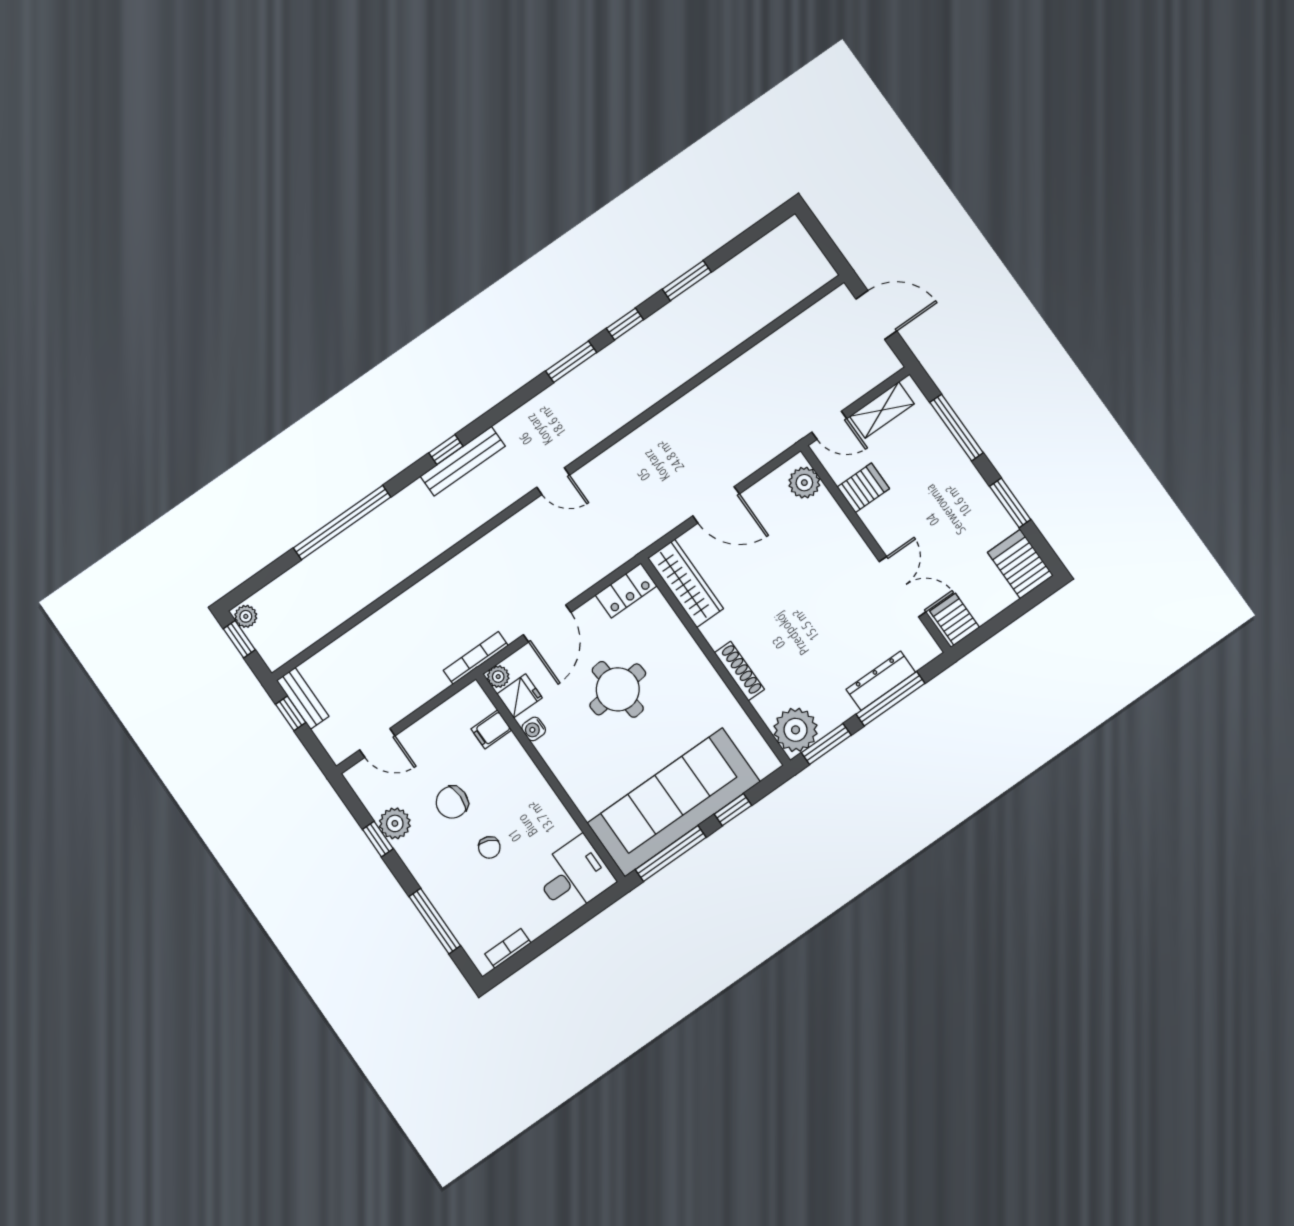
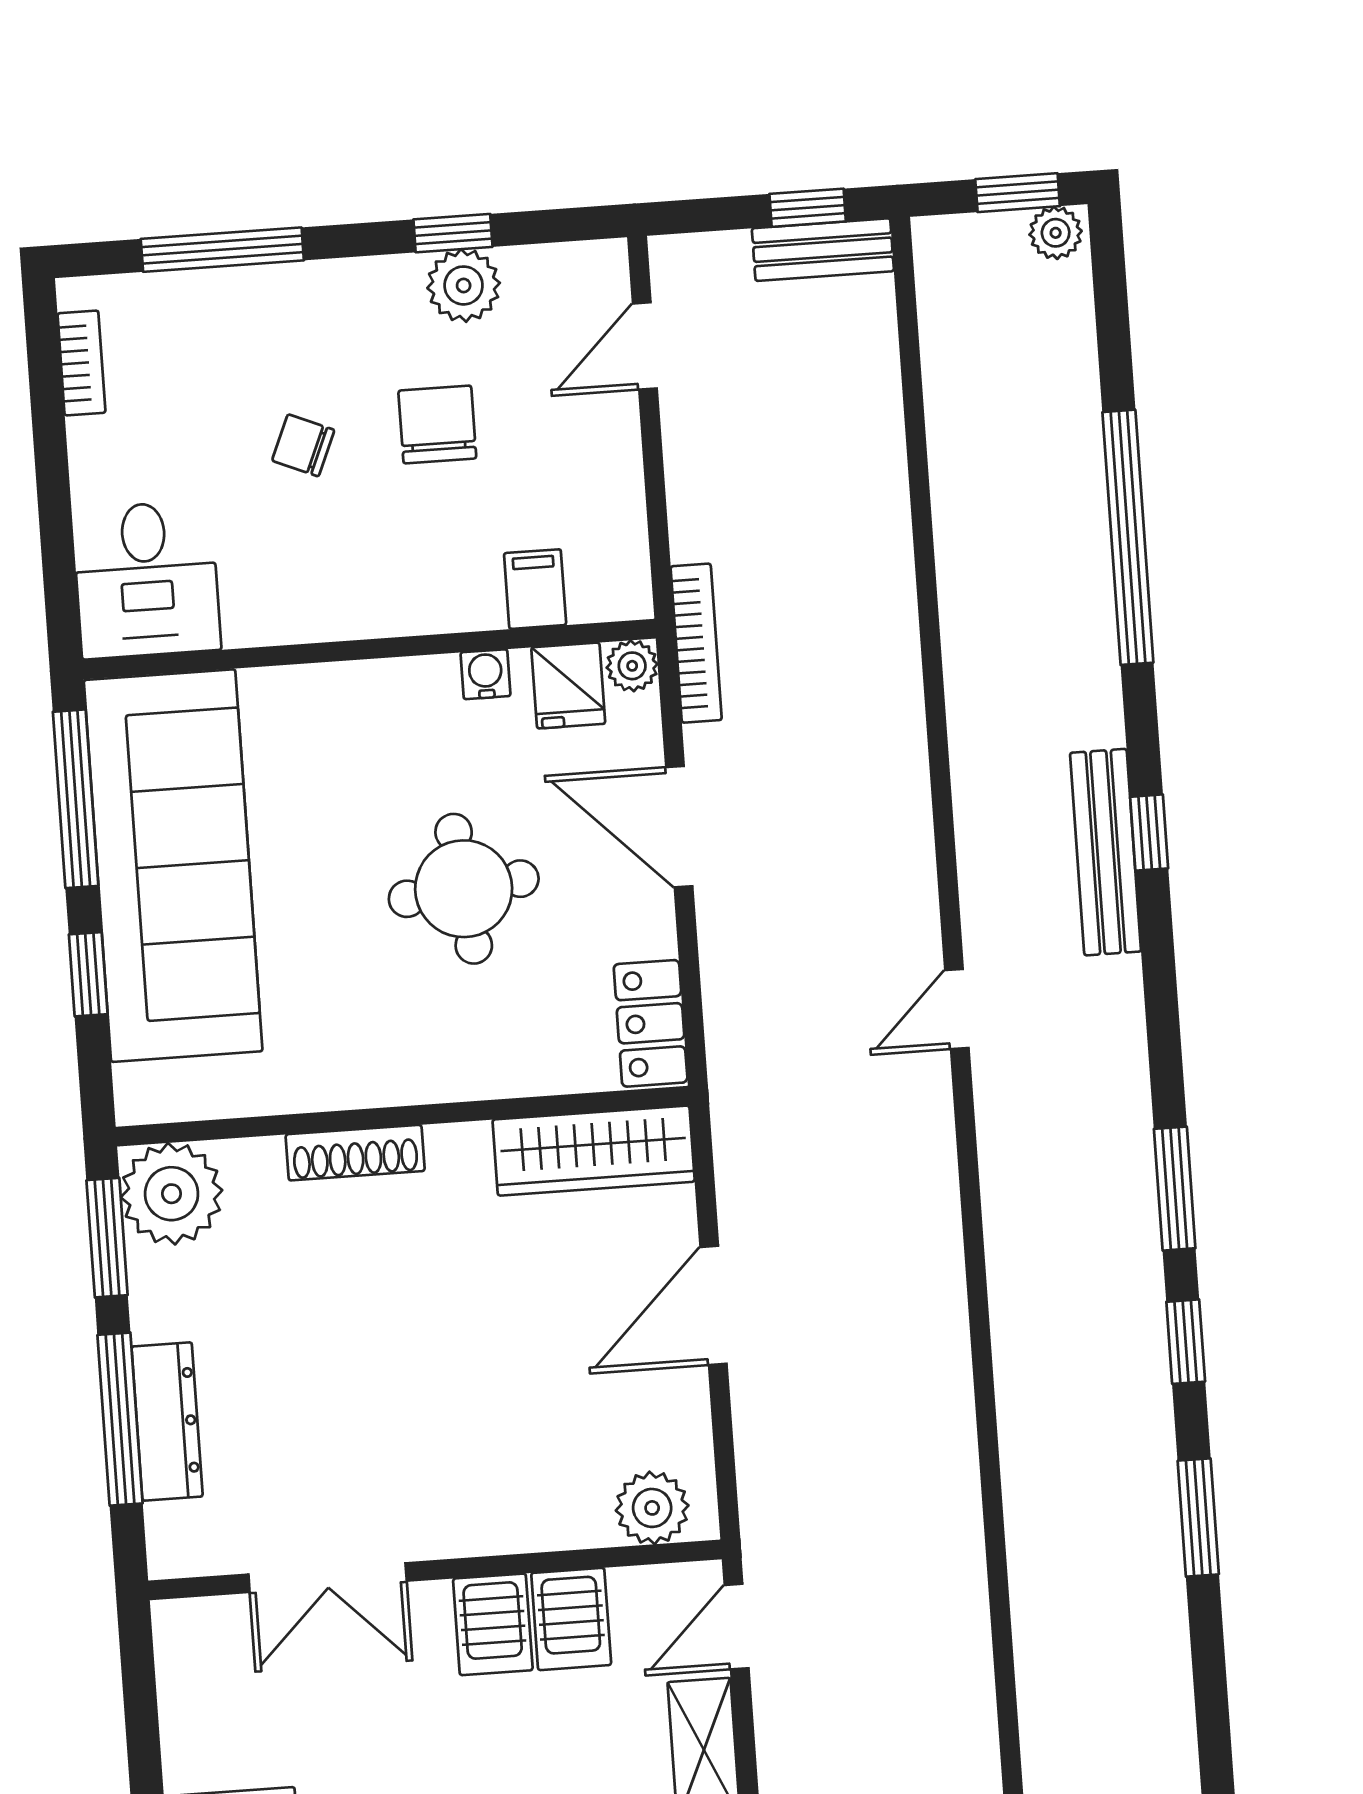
server rack: (955, 619) -> (493, 1624), moved, turned 90

